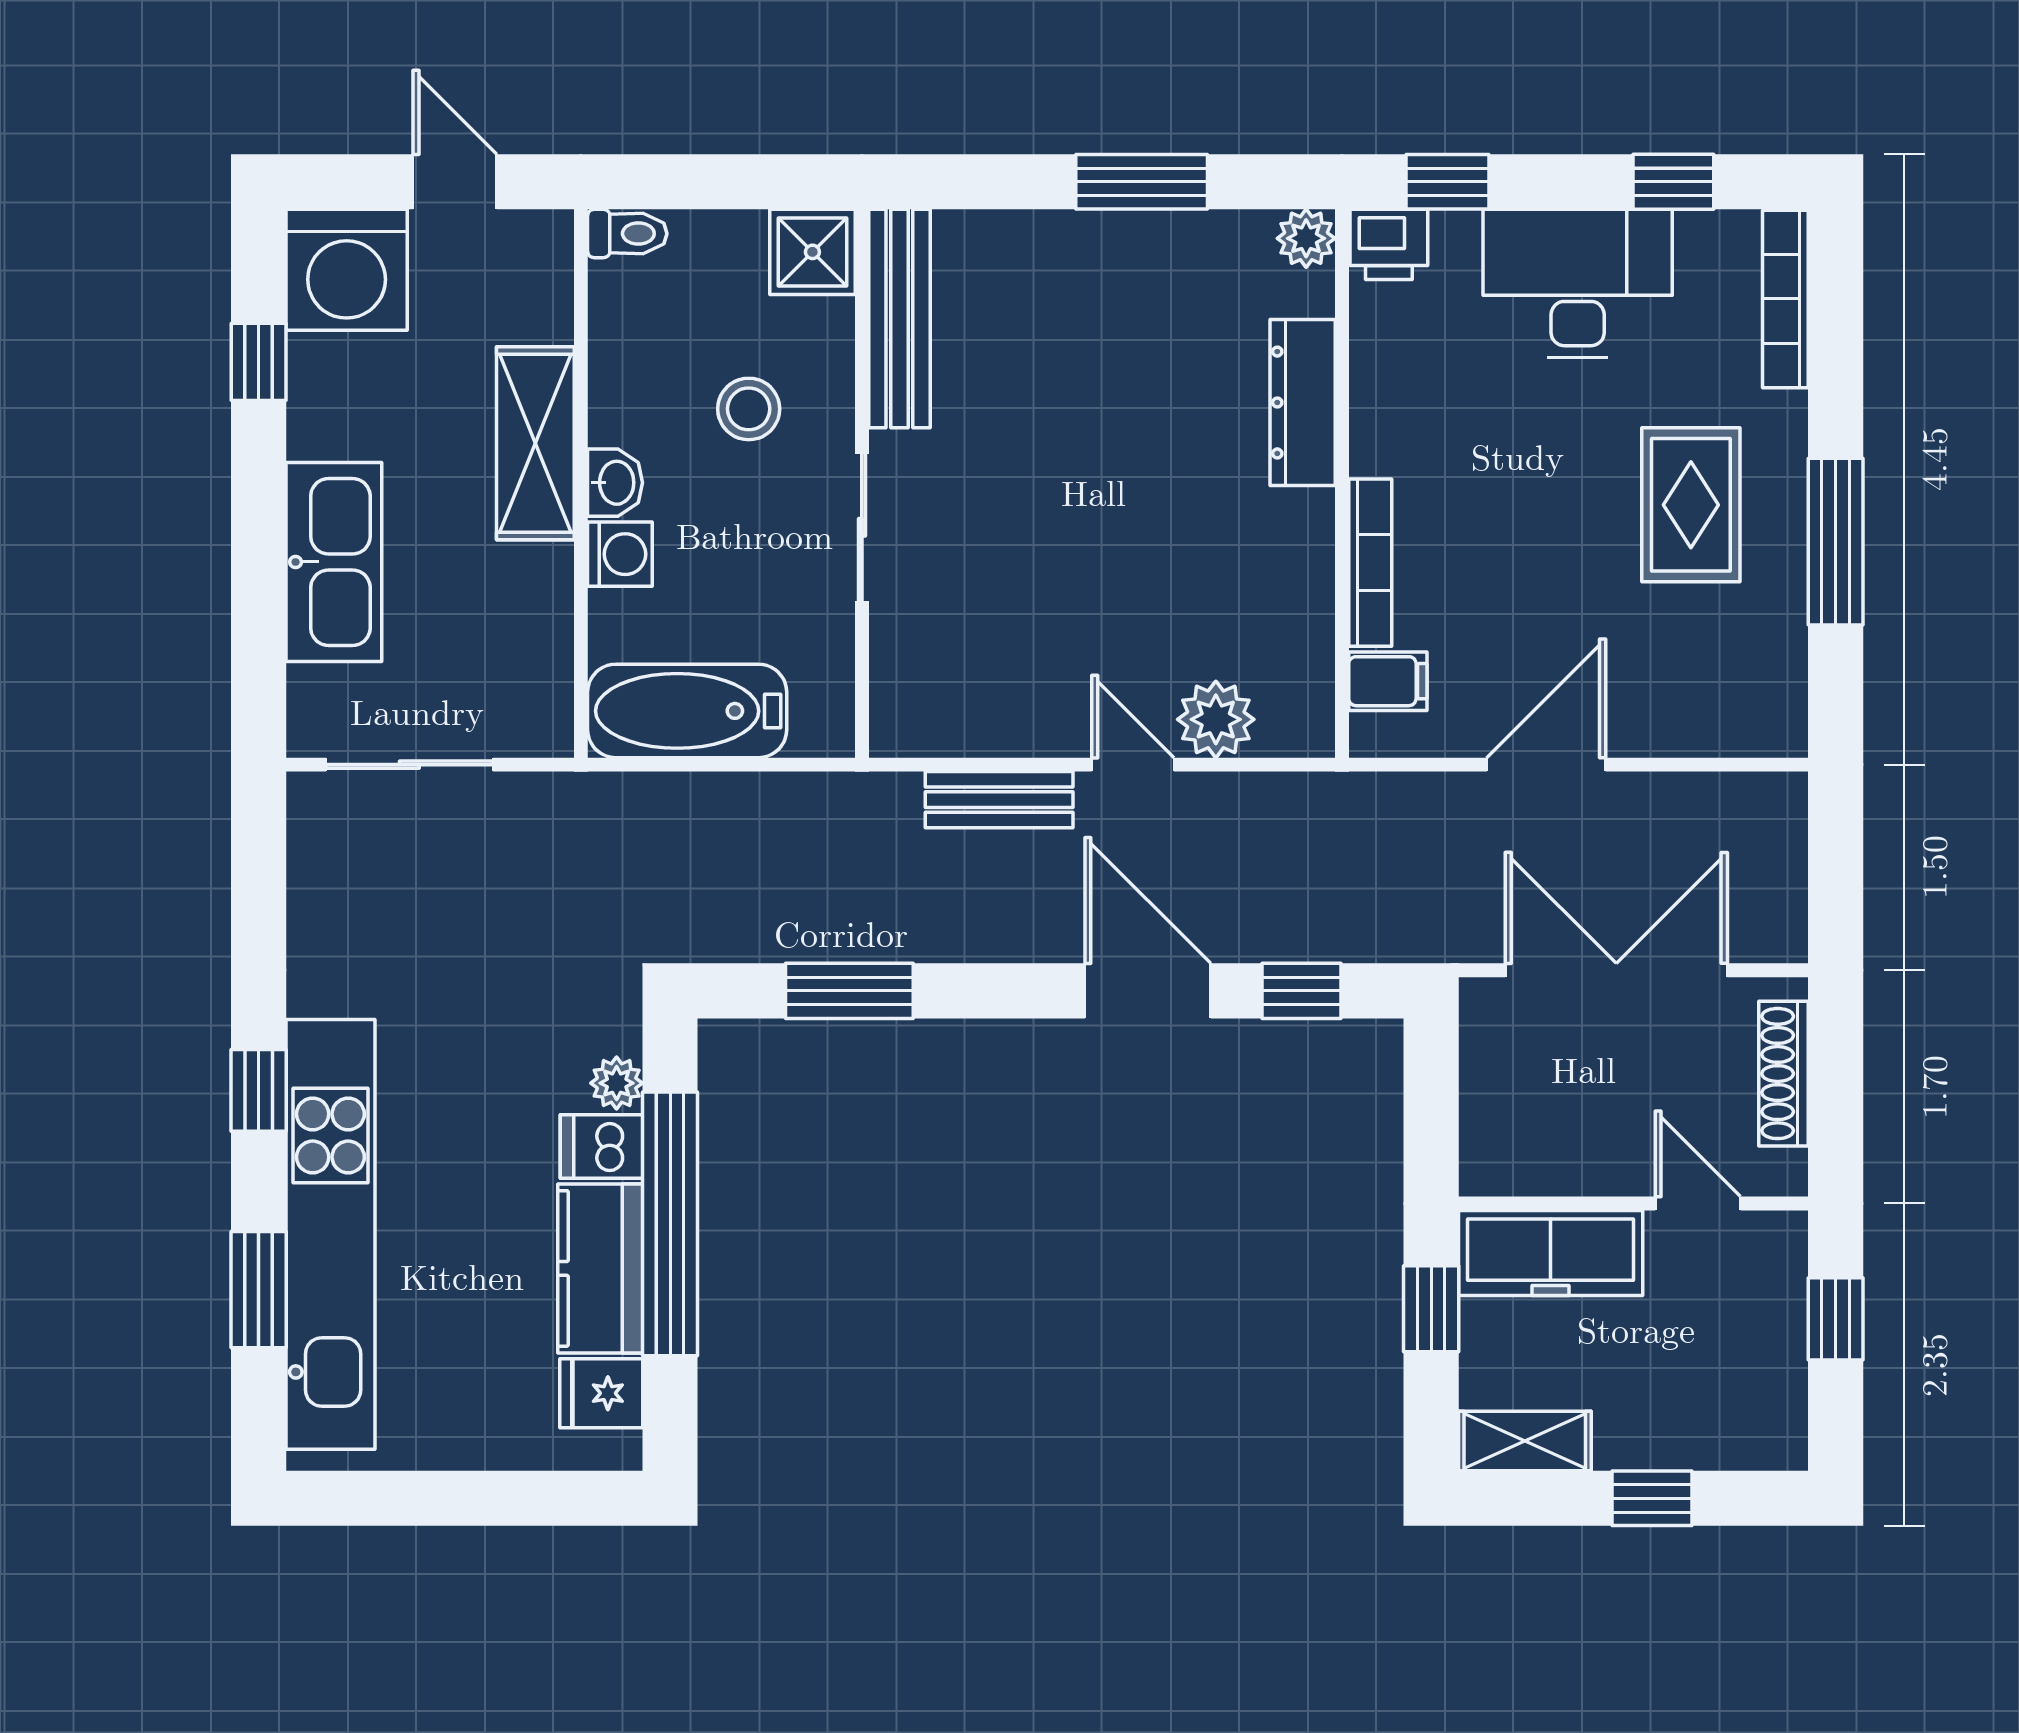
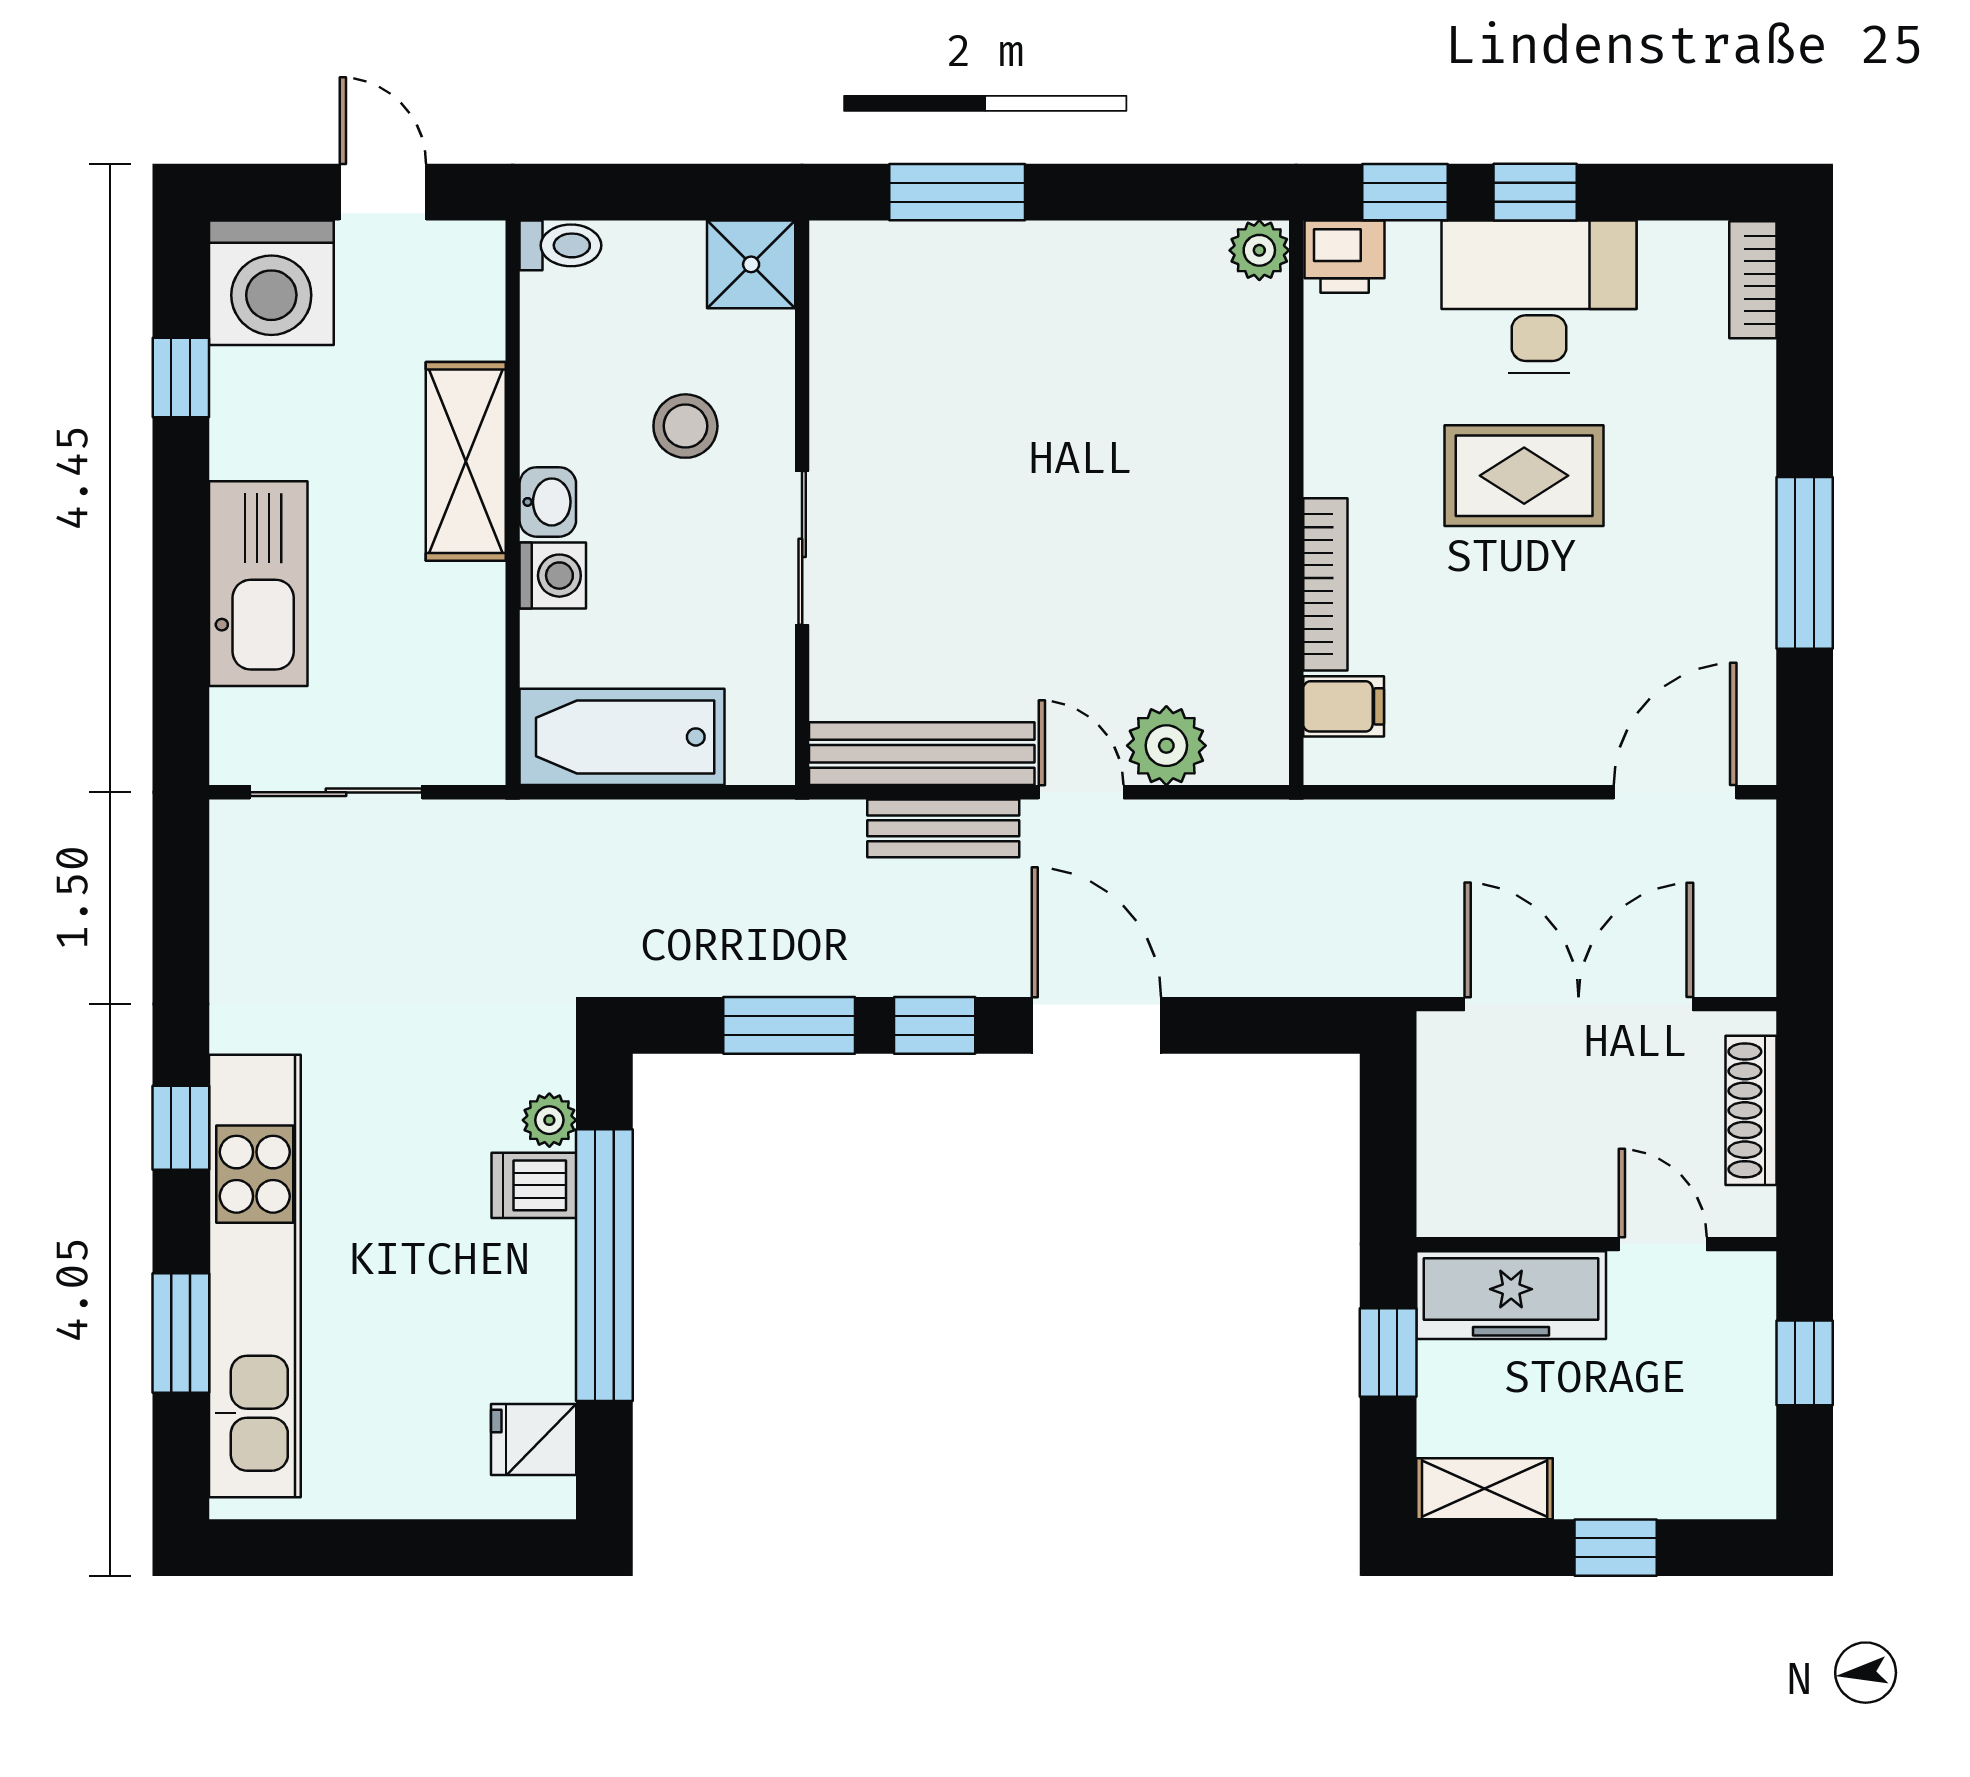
window: (1142, 182) -> (957, 192), moved
window: (1673, 182) -> (1535, 192), moved
bookcase: (1785, 299) -> (1753, 280), width x0.64
bench: (899, 319) -> (922, 754), moved, turned 90
dresser: (1303, 403) -> (1256, 419), removed
rug: (1691, 505) -> (1524, 476), moved, turned 90
door: (1546, 765) -> (1675, 792), moved
window: (1301, 991) -> (935, 1025), moved
kitchen counter: (600, 1268) -> (533, 1311), removed

